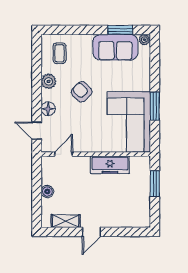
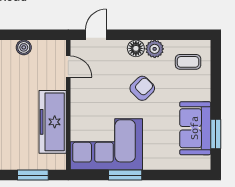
plant: (144, 40) -> (204, 163), removed
floor lamp: (48, 109) -> (136, 48), moved
freezer: (110, 165) -> (53, 122), width x1.36, depth x1.26

